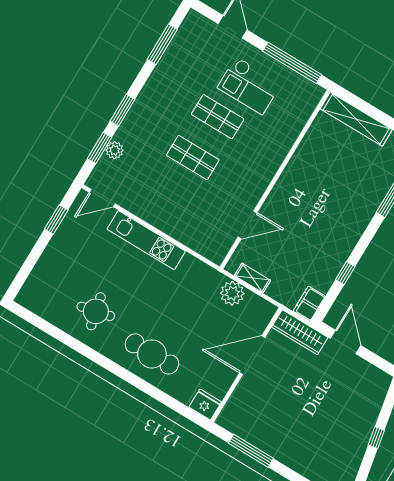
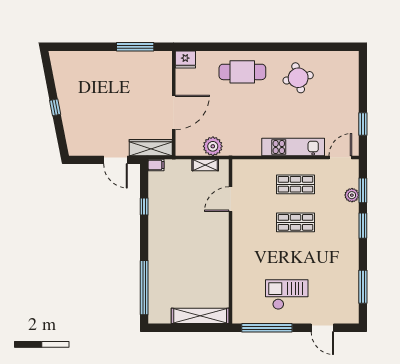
shop shelf: (218, 117) -> (295, 184), moved
filing cabinet: (309, 304) -> (156, 165), width x0.50

